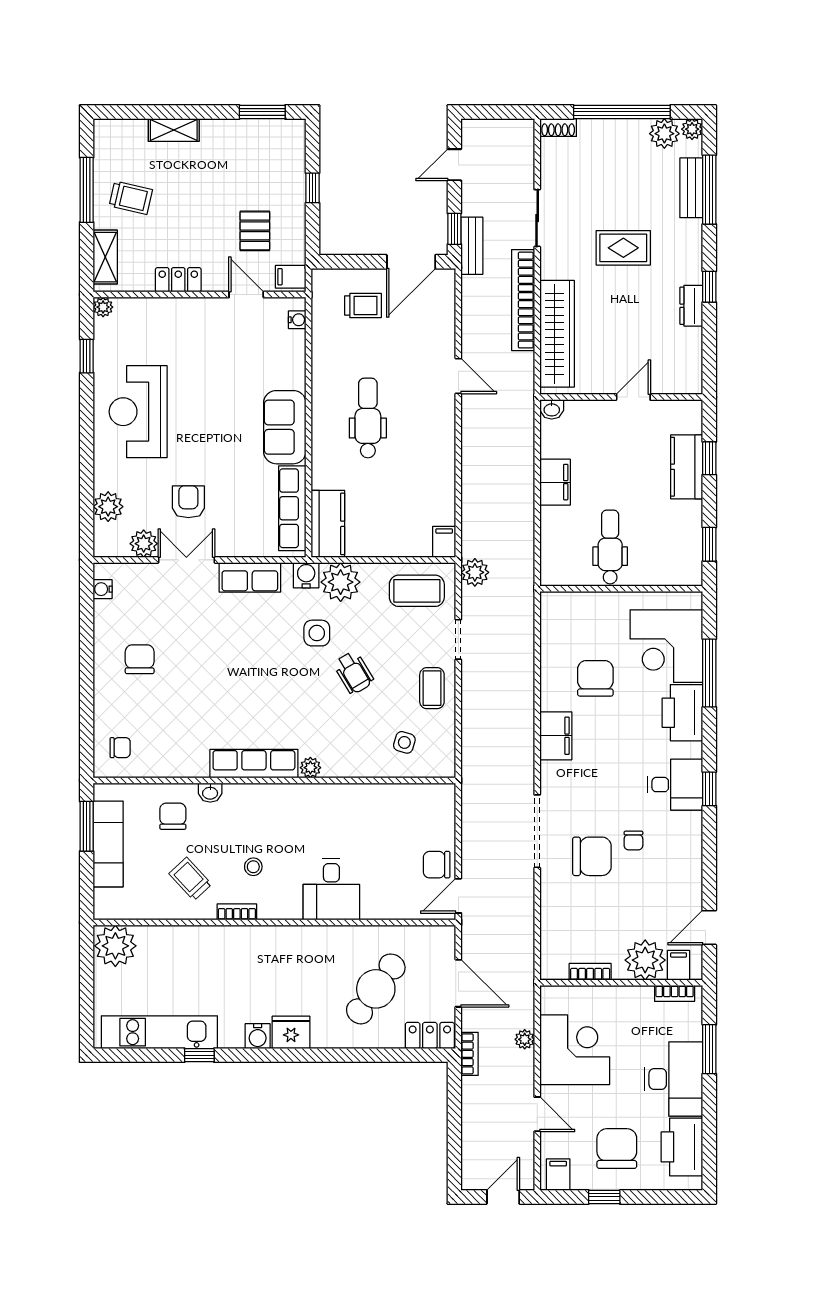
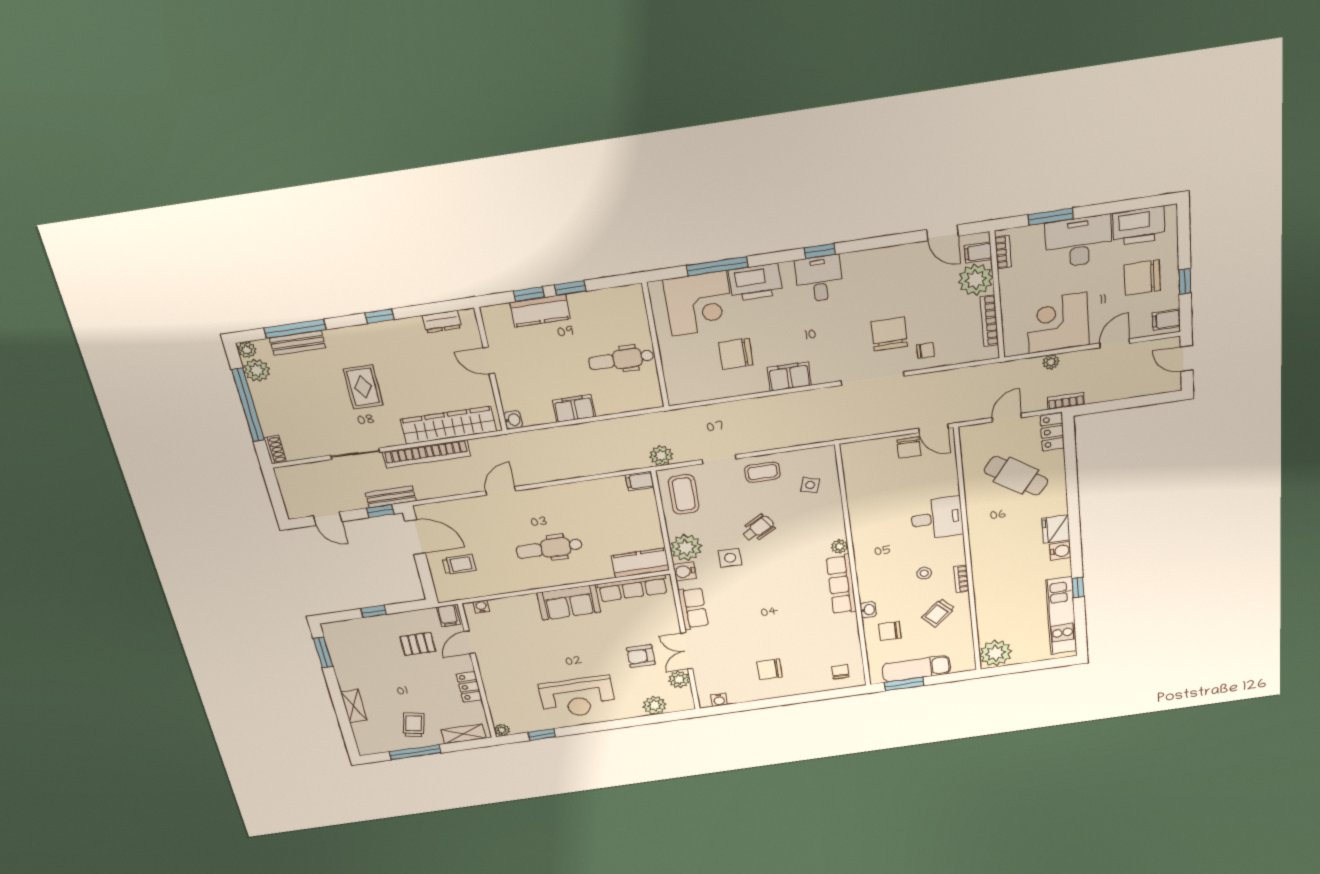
trolley: (363, 306) -> (459, 565), turned 90
dresser: (691, 306) -> (442, 322), moved
window: (709, 544) -> (570, 288), moved
chair: (633, 841) -> (925, 351), moved
bookcase: (590, 972) -> (989, 321), width x1.56
door: (458, 983) -> (1007, 418), width x0.73

